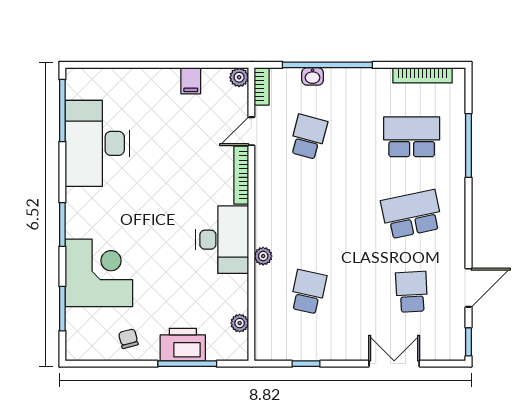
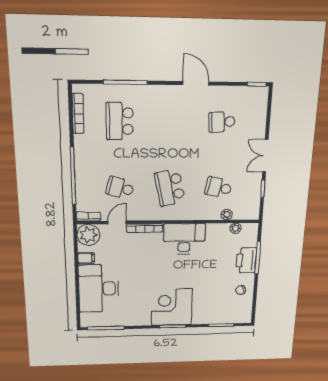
washbasin: (313, 76) -> (81, 185), removed
plant: (239, 77) -> (88, 235), width x1.88, depth x1.88
door: (251, 131) -> (117, 222), swing flipped
desk: (97, 143) -> (99, 289), moved, turned 90
school desk: (412, 214) -> (170, 188), moved
plant: (263, 256) -> (227, 215), moved
corner desk: (99, 273) -> (172, 307), moved
door: (468, 288) -> (196, 83), moved
double door: (394, 364) -> (265, 156), moved

